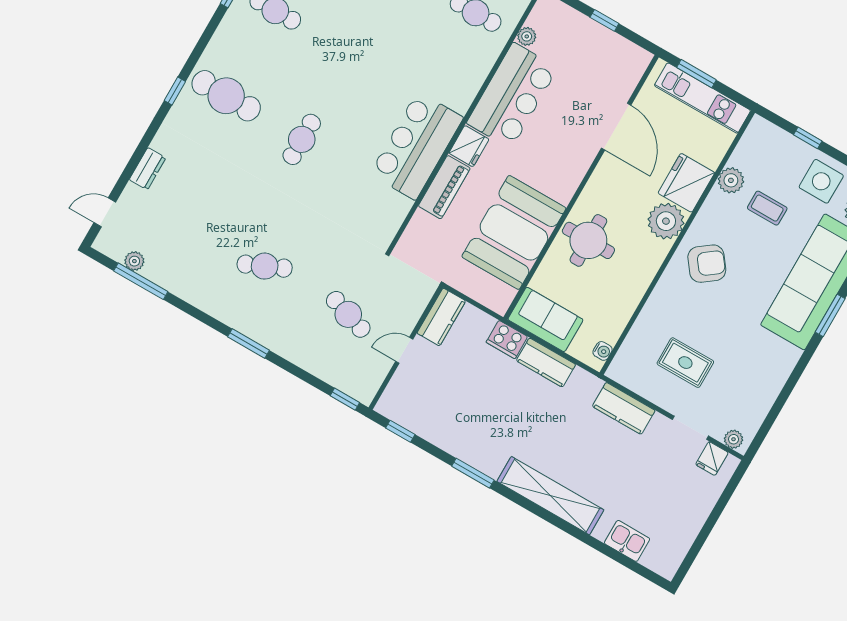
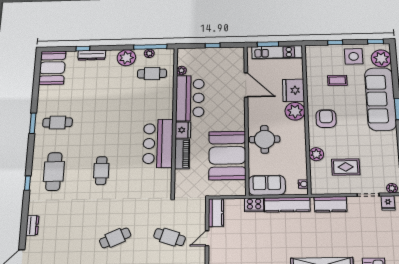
cafe table: (226, 96) -> (54, 171), turned 90
plant: (731, 180) -> (316, 154), moved
armchair: (707, 264) -> (326, 119), turned -53
kitchen counter: (546, 363) -> (287, 205), width x1.50

